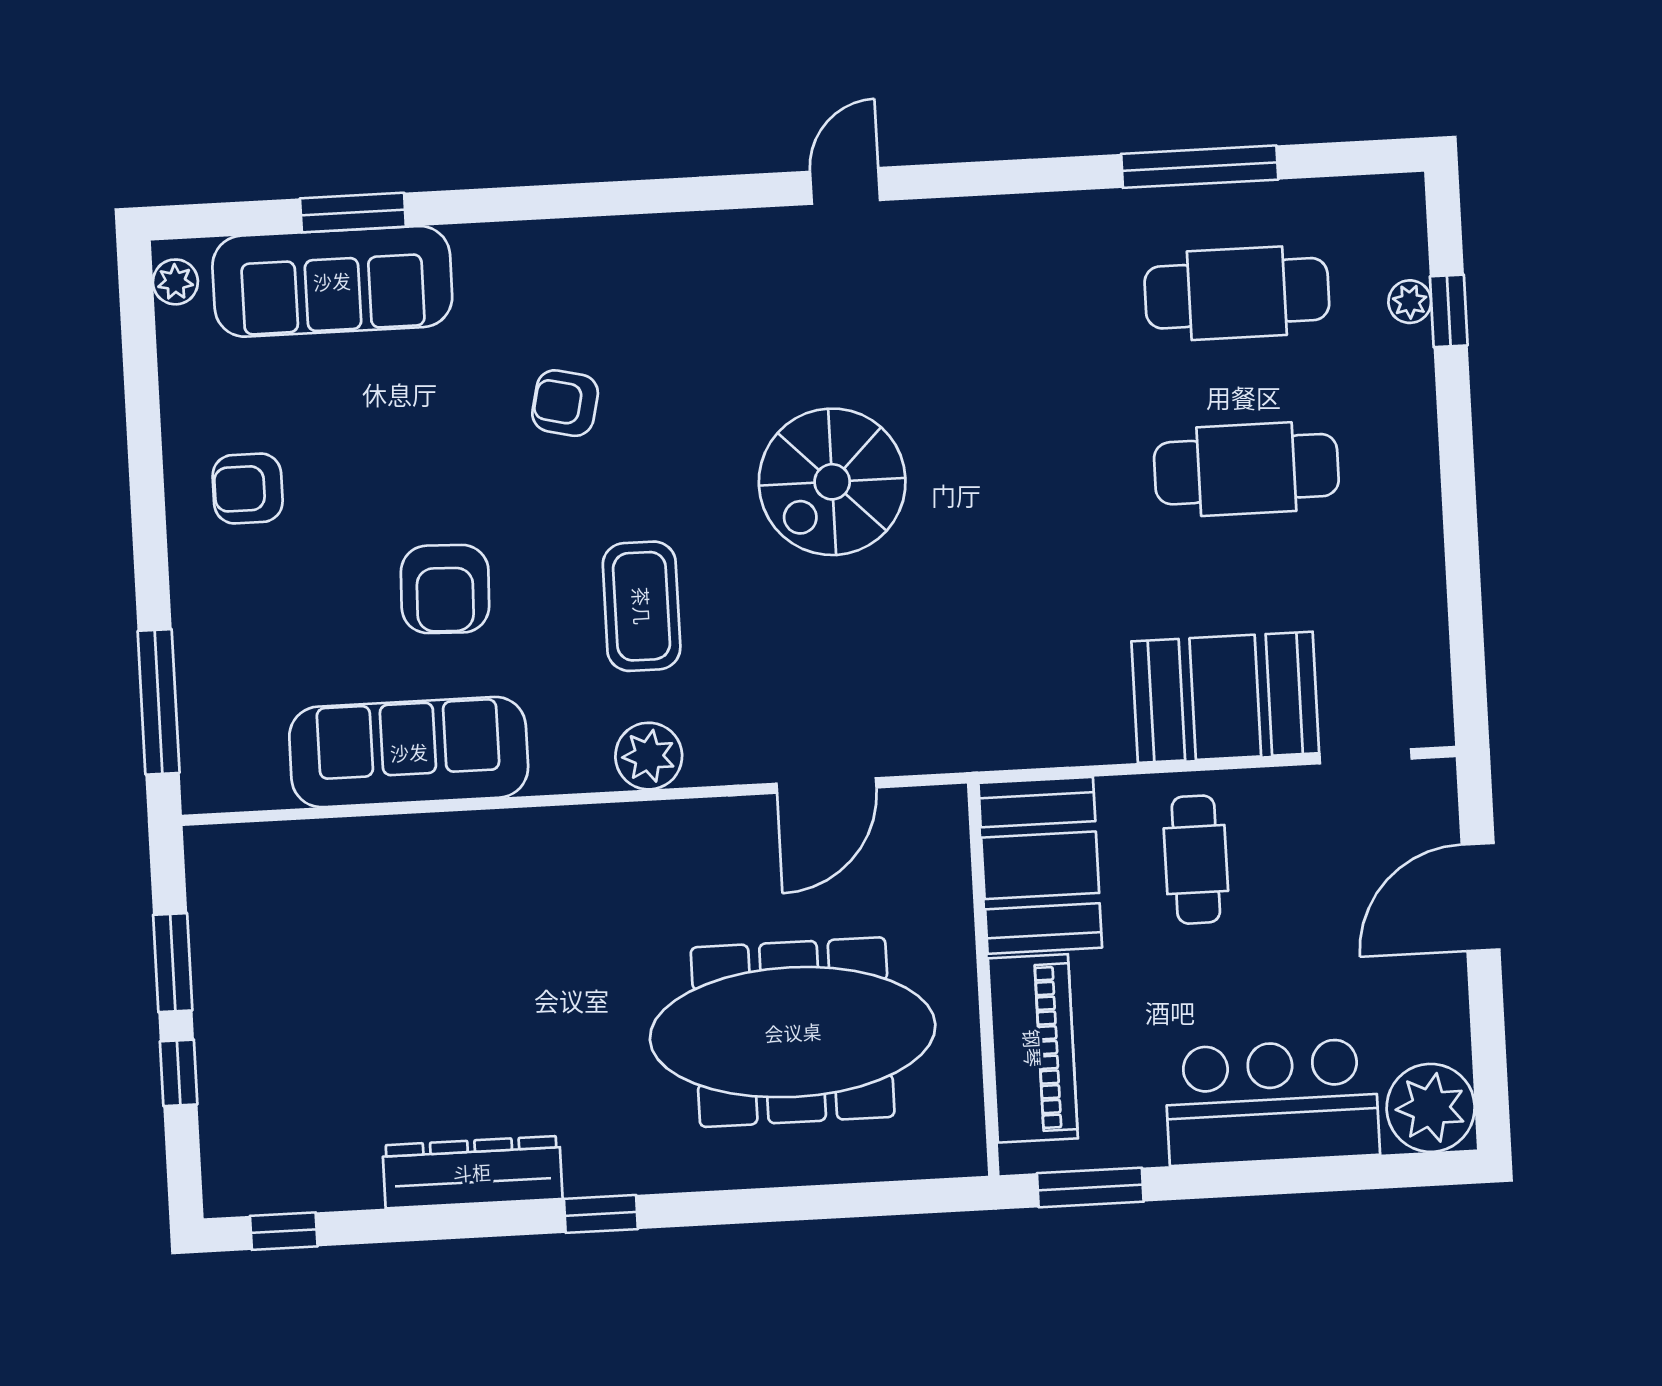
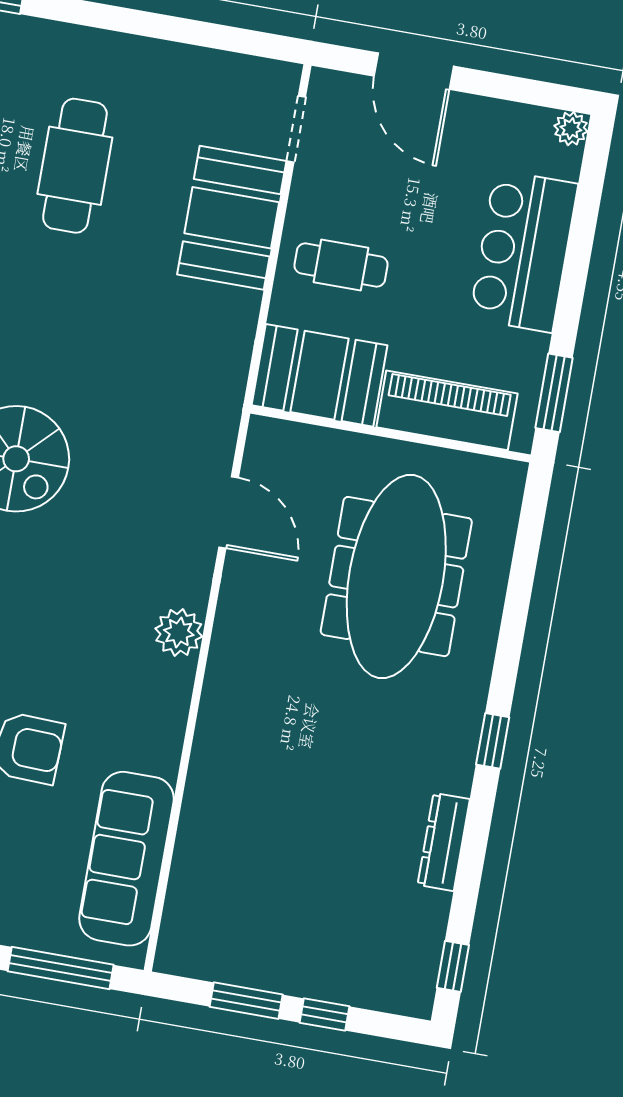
coffee table: (642, 606) -> (72, 613), removed
sofa: (409, 752) -> (126, 859), moved
plant: (1431, 1108) -> (571, 129), width x0.53, depth x0.53
dresser: (472, 1172) -> (444, 842), width x0.73, depth x0.80

